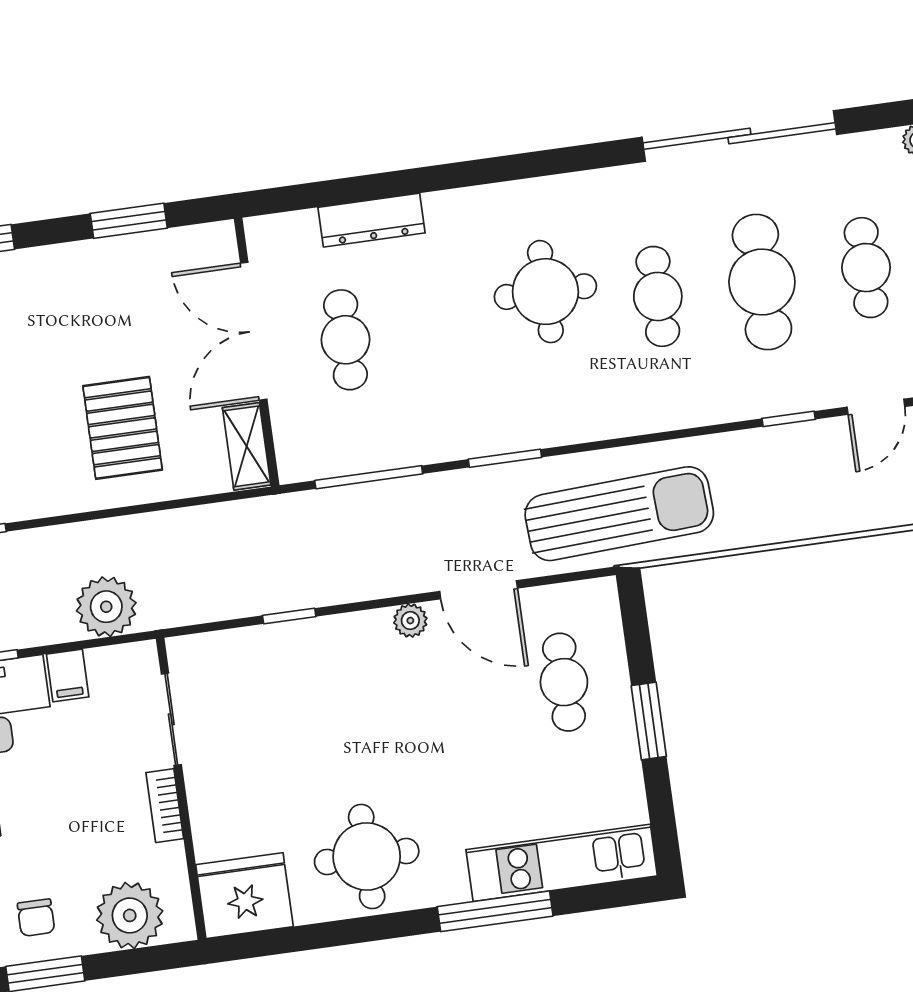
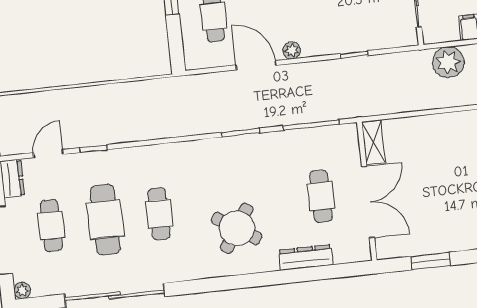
round table: (545, 292) -> (237, 228), moved, turned 33
pallet: (123, 428) -> (437, 154), removed
sun lounger: (619, 514) -> (182, 102), removed

